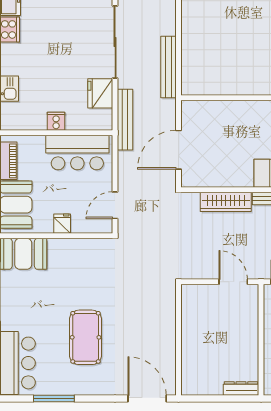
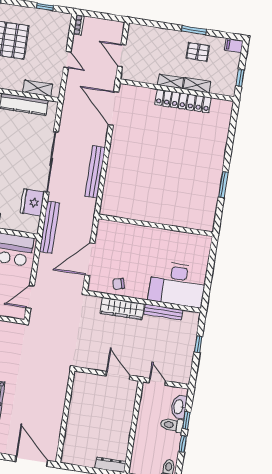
bench: (169, 67) -> (95, 172), moved
chair: (217, 174) -> (118, 284), added

